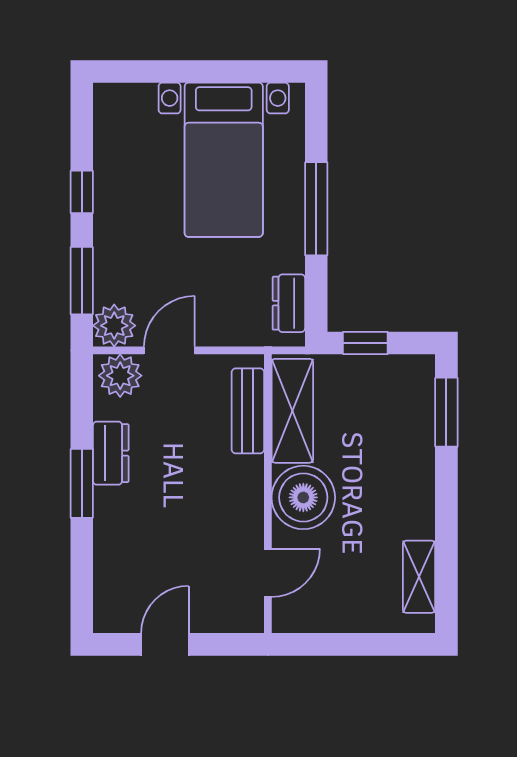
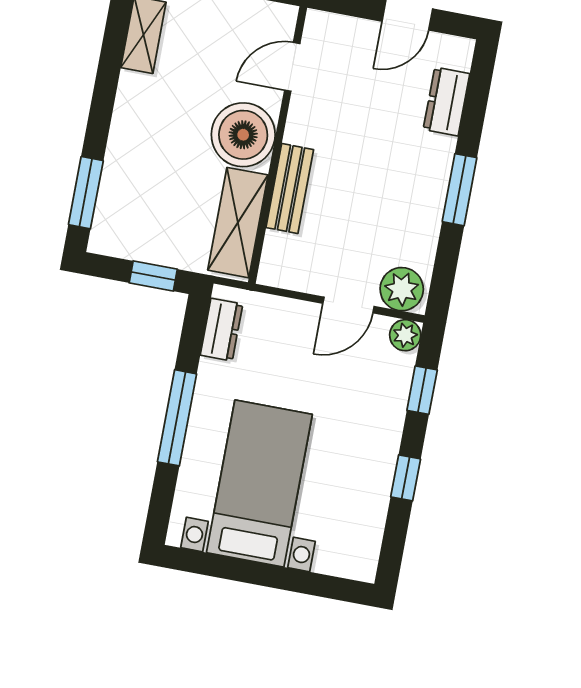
window: (82, 281) -> (422, 390), width x0.67
plant: (114, 326) -> (405, 335), width x0.73, depth x0.73
bench: (248, 411) -> (290, 189), moved
dresser: (111, 453) -> (446, 101), moved

